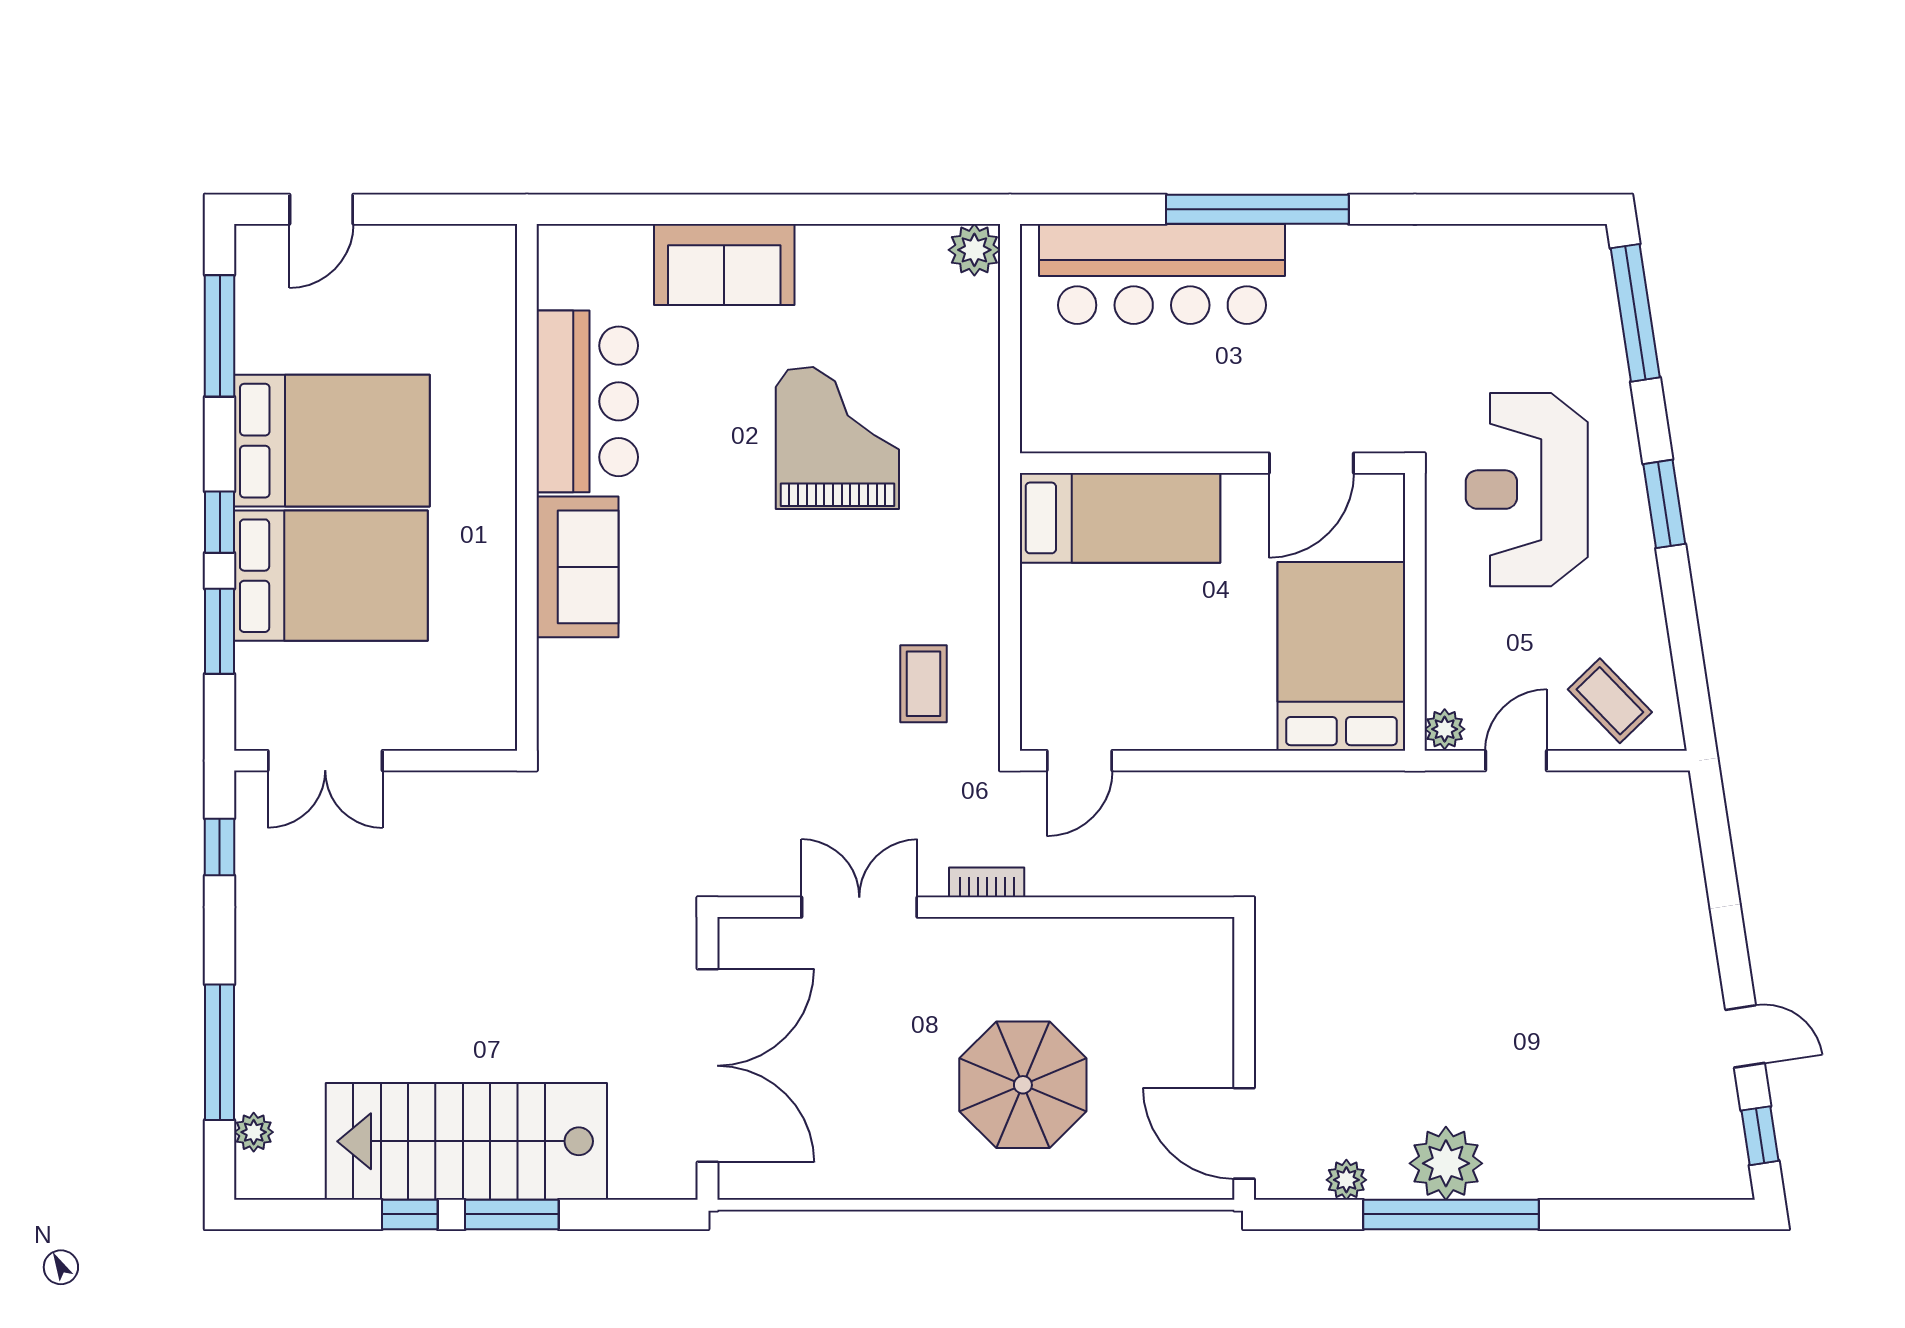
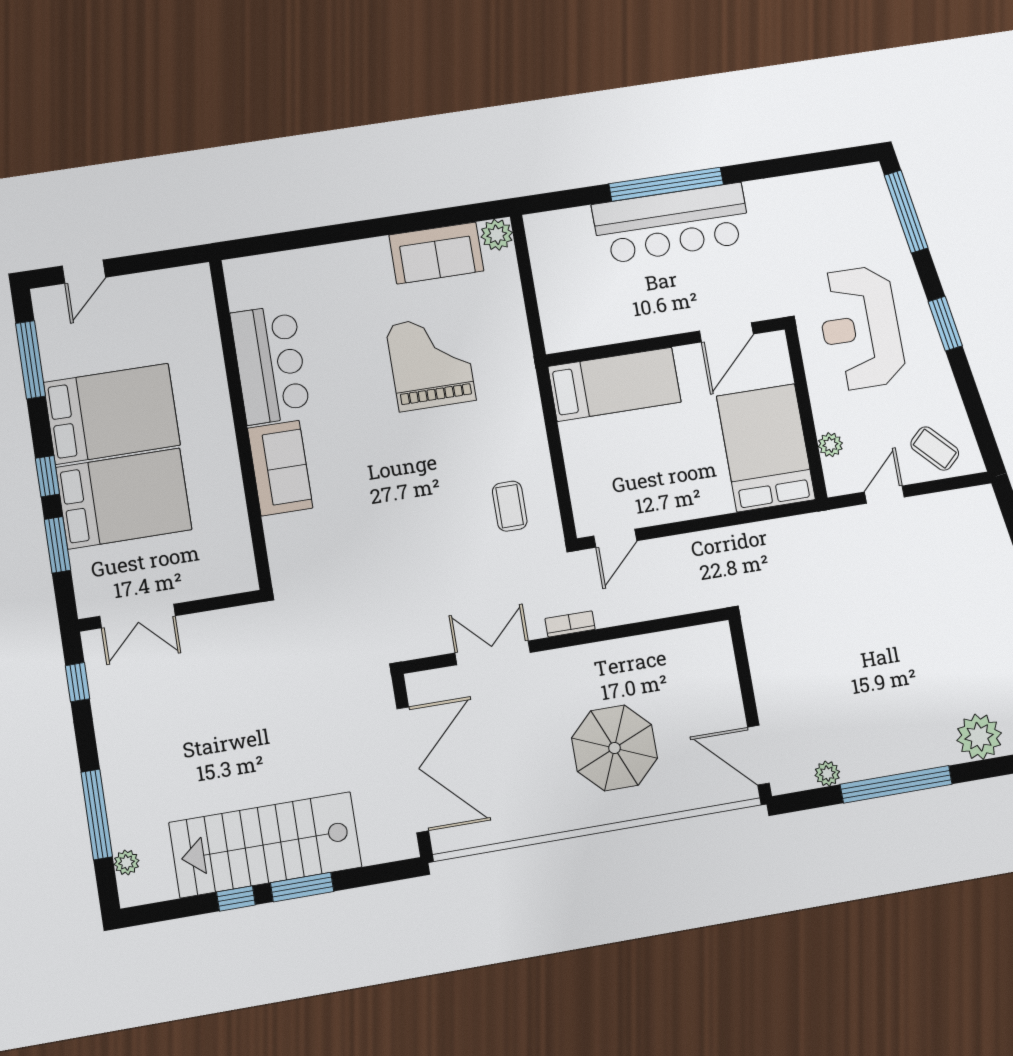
sofa: (724, 265) -> (436, 253), moved
bar counter: (1162, 274) -> (672, 223), moved
plant: (1445, 729) -> (830, 445), moved
plant: (1446, 1163) -> (979, 737), moved

